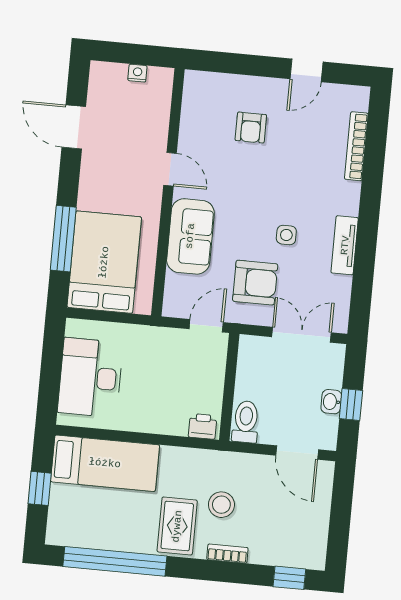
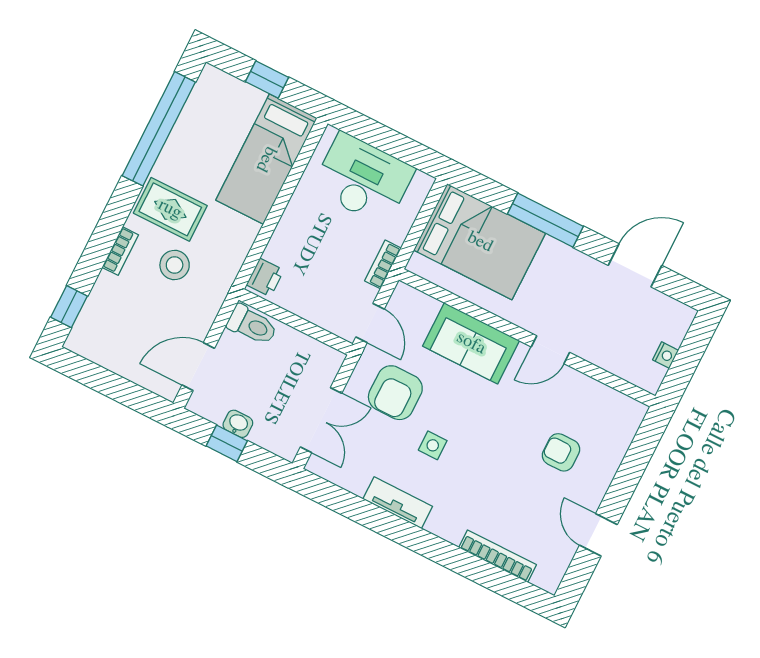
window: (63, 239) -> (545, 220), moved
bookcase: (154, 334) -> (383, 264), added

